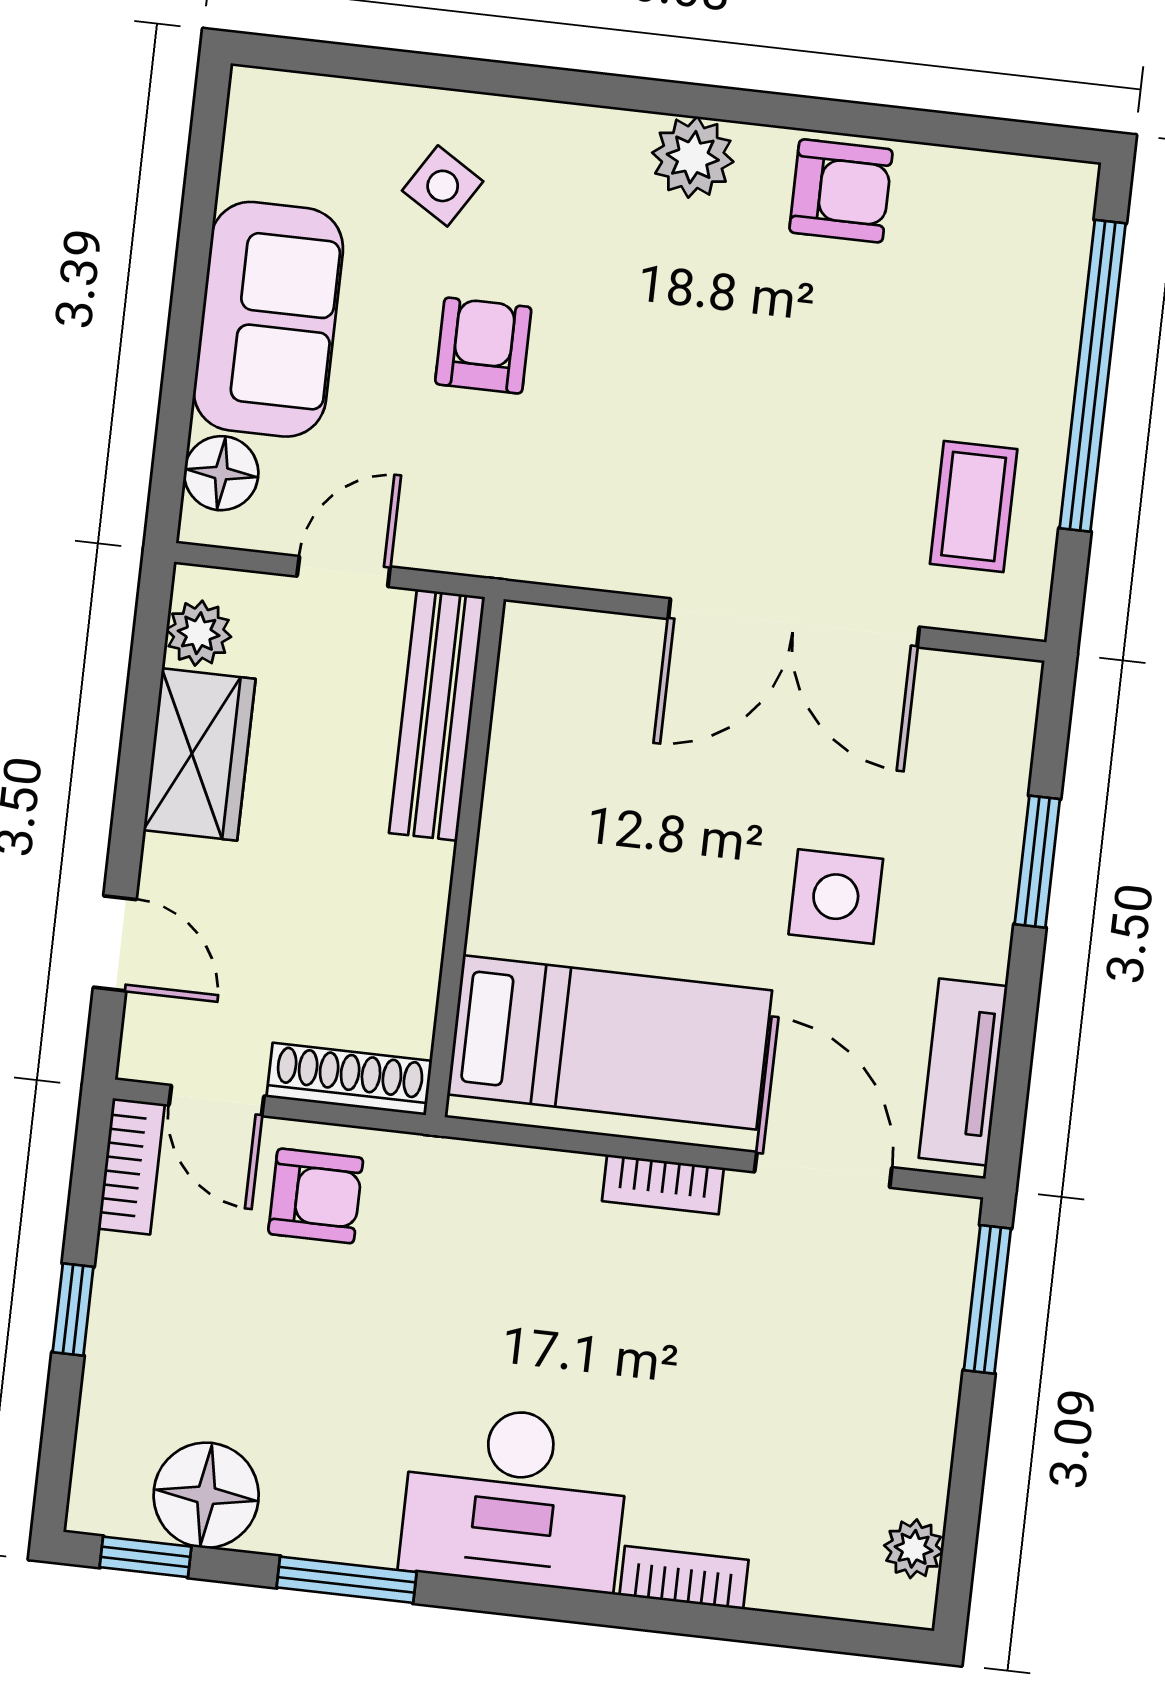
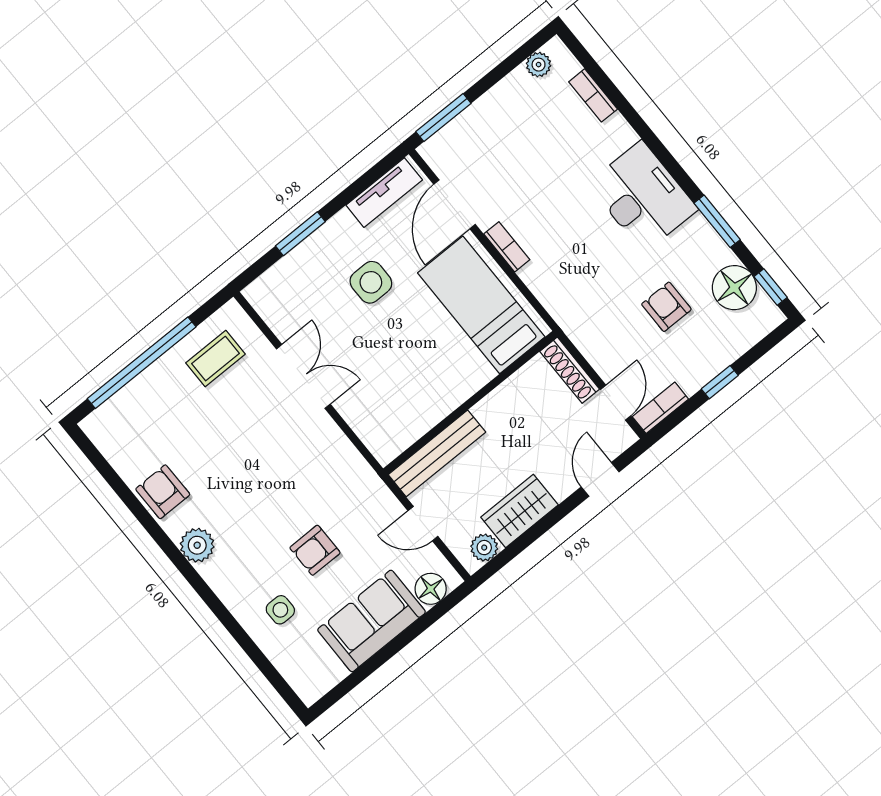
side table: (443, 186) -> (280, 610), turned -32
double door: (794, 623) -> (303, 376), width x0.73
armchair: (316, 1196) -> (666, 307), moved
bookcase: (684, 1578) -> (593, 95), moved

